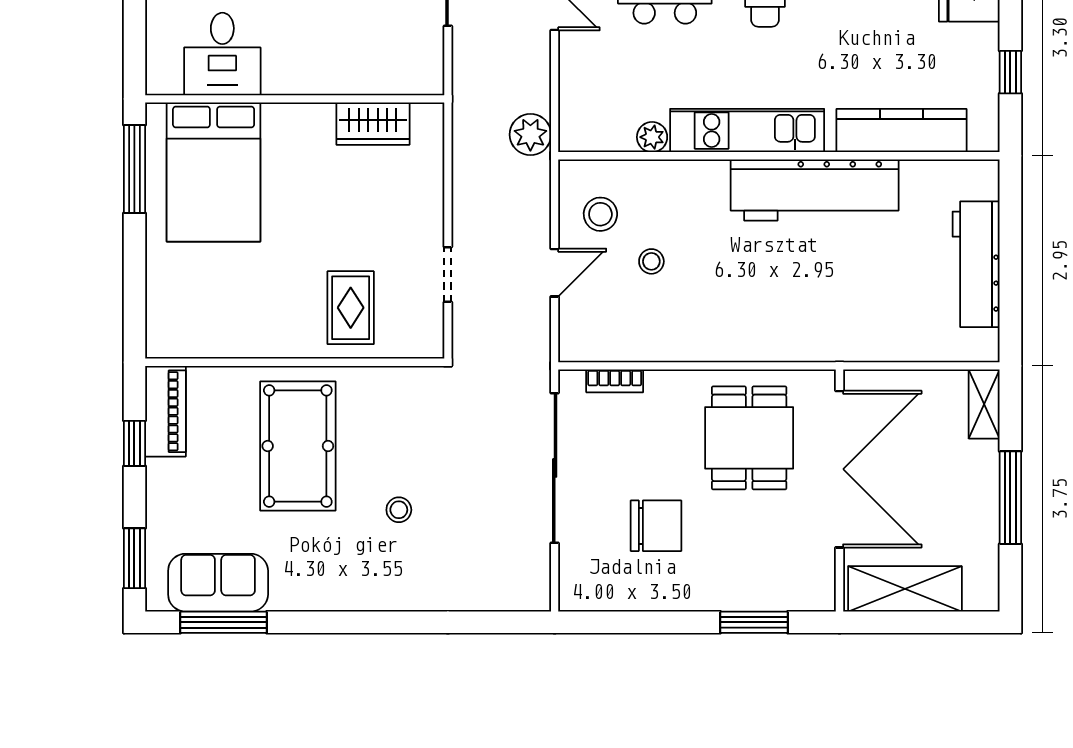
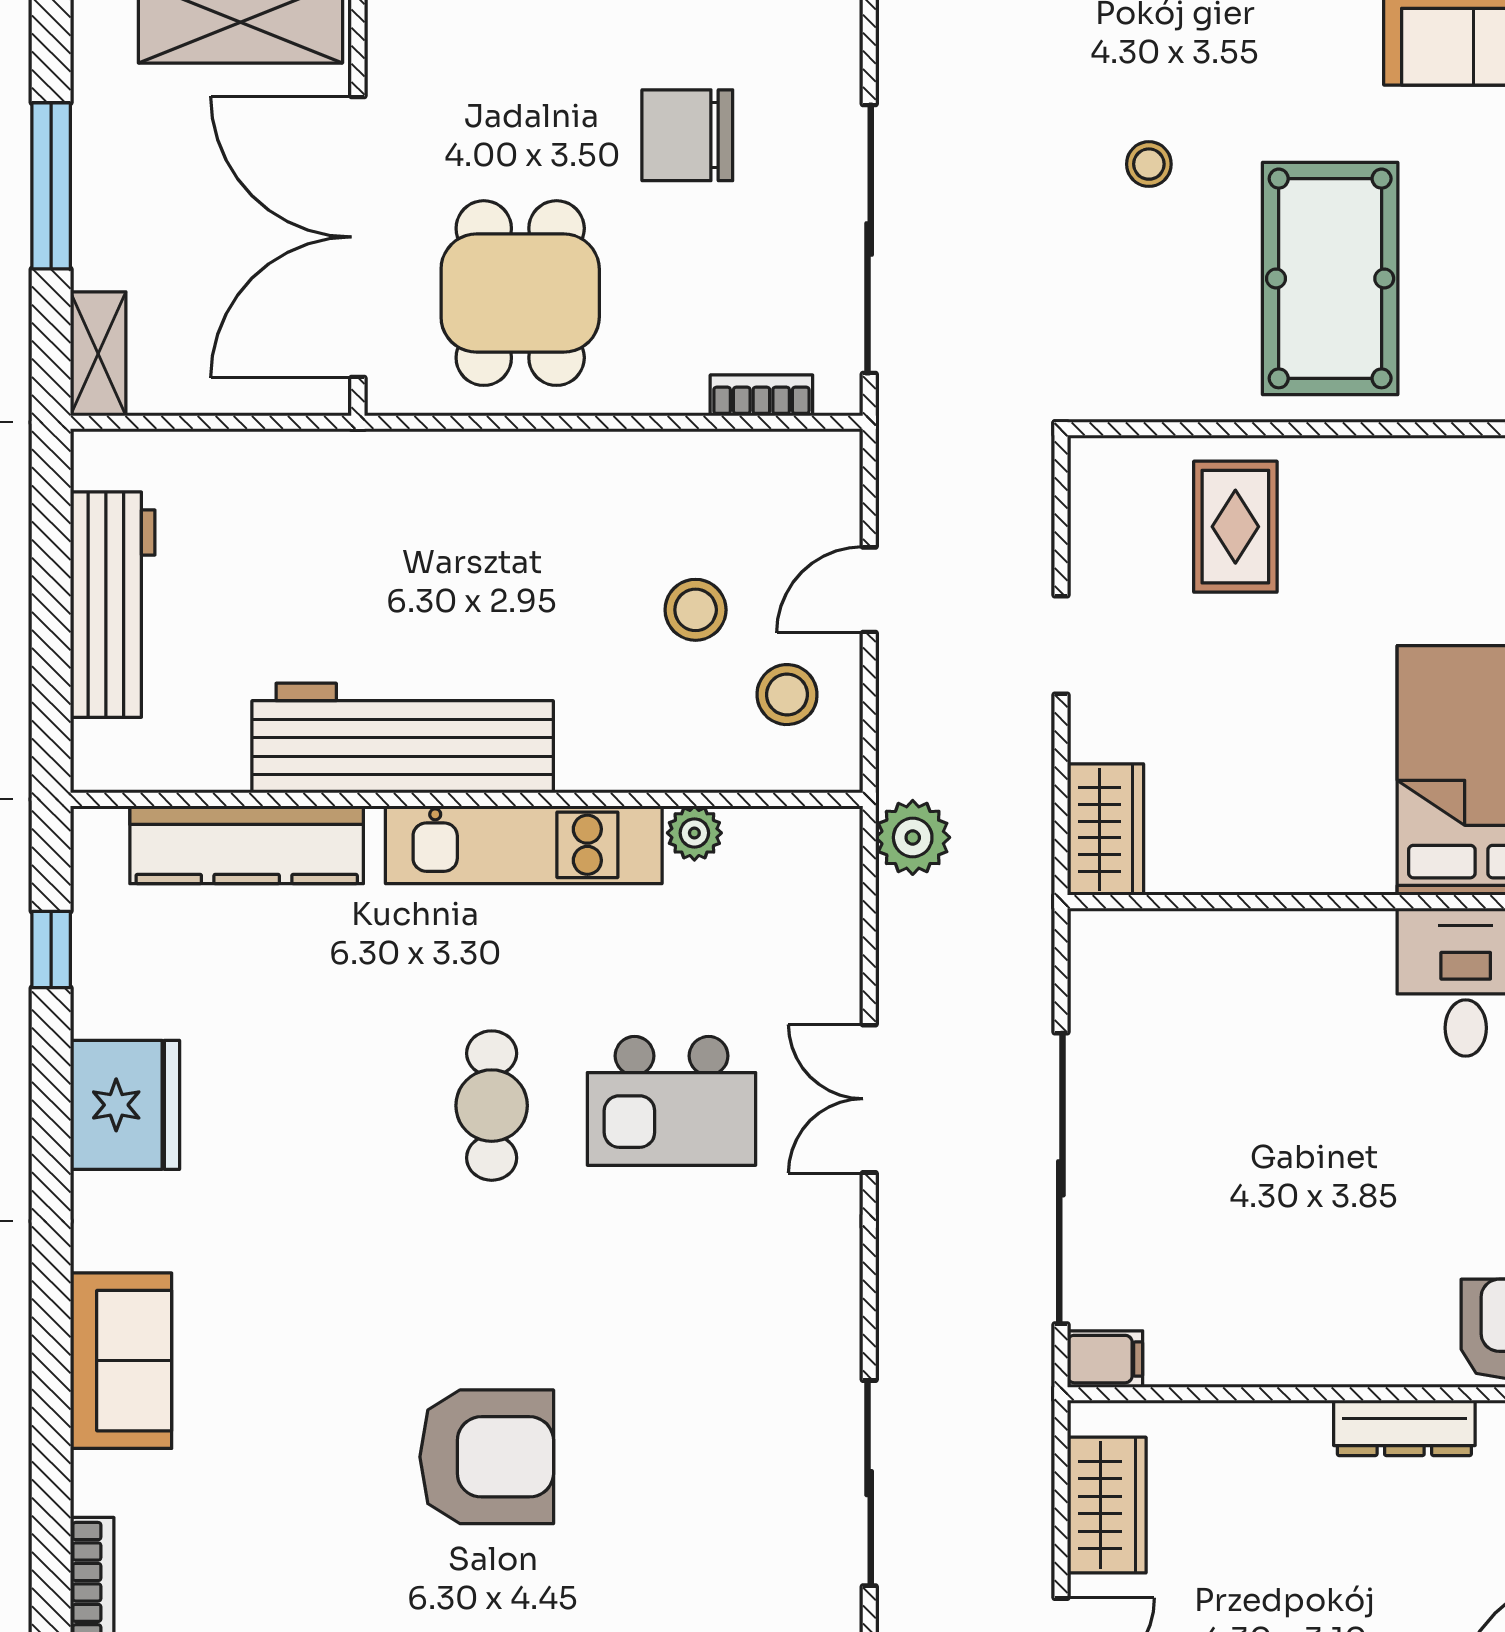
wardrobe: (373, 124) -> (1105, 830), moved, turned 90
stool: (651, 261) -> (696, 610), width x1.37, depth x1.37
doorway: (448, 274) -> (1061, 645), moved

